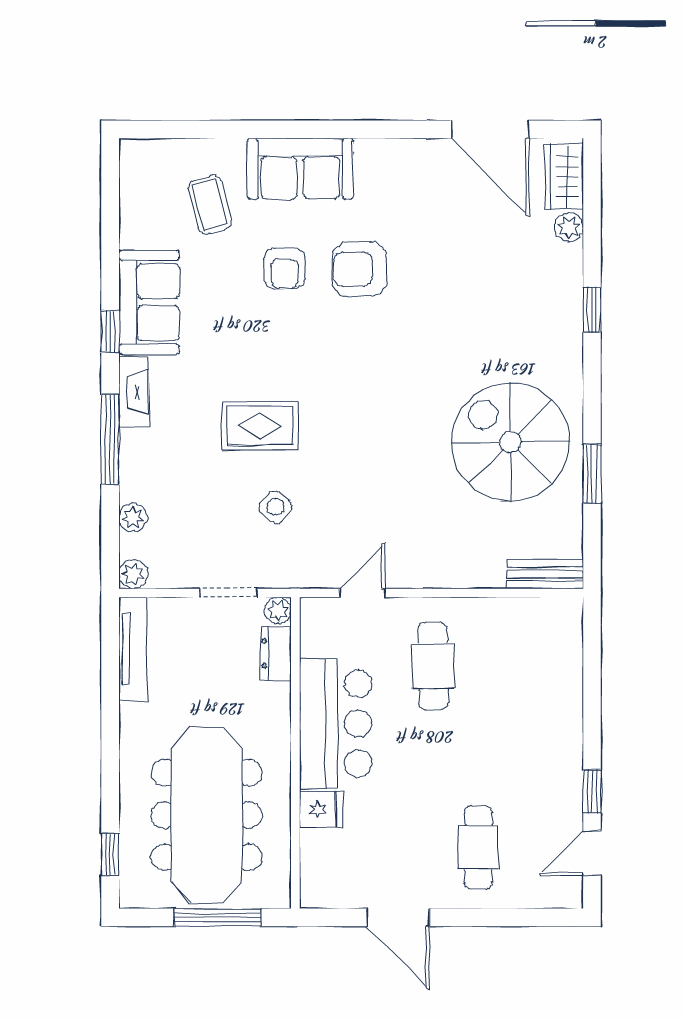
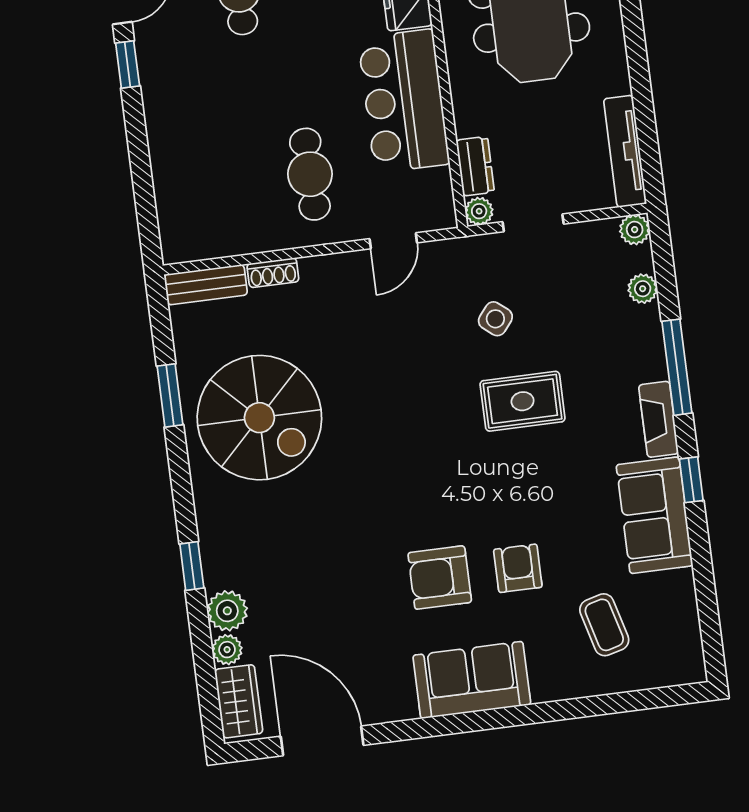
sofa: (300, 169) -> (472, 680), moved
plant: (564, 264) -> (227, 611), added
armchair: (359, 269) -> (440, 578), turned 180
shoe rack: (480, 577) -> (273, 273), added

